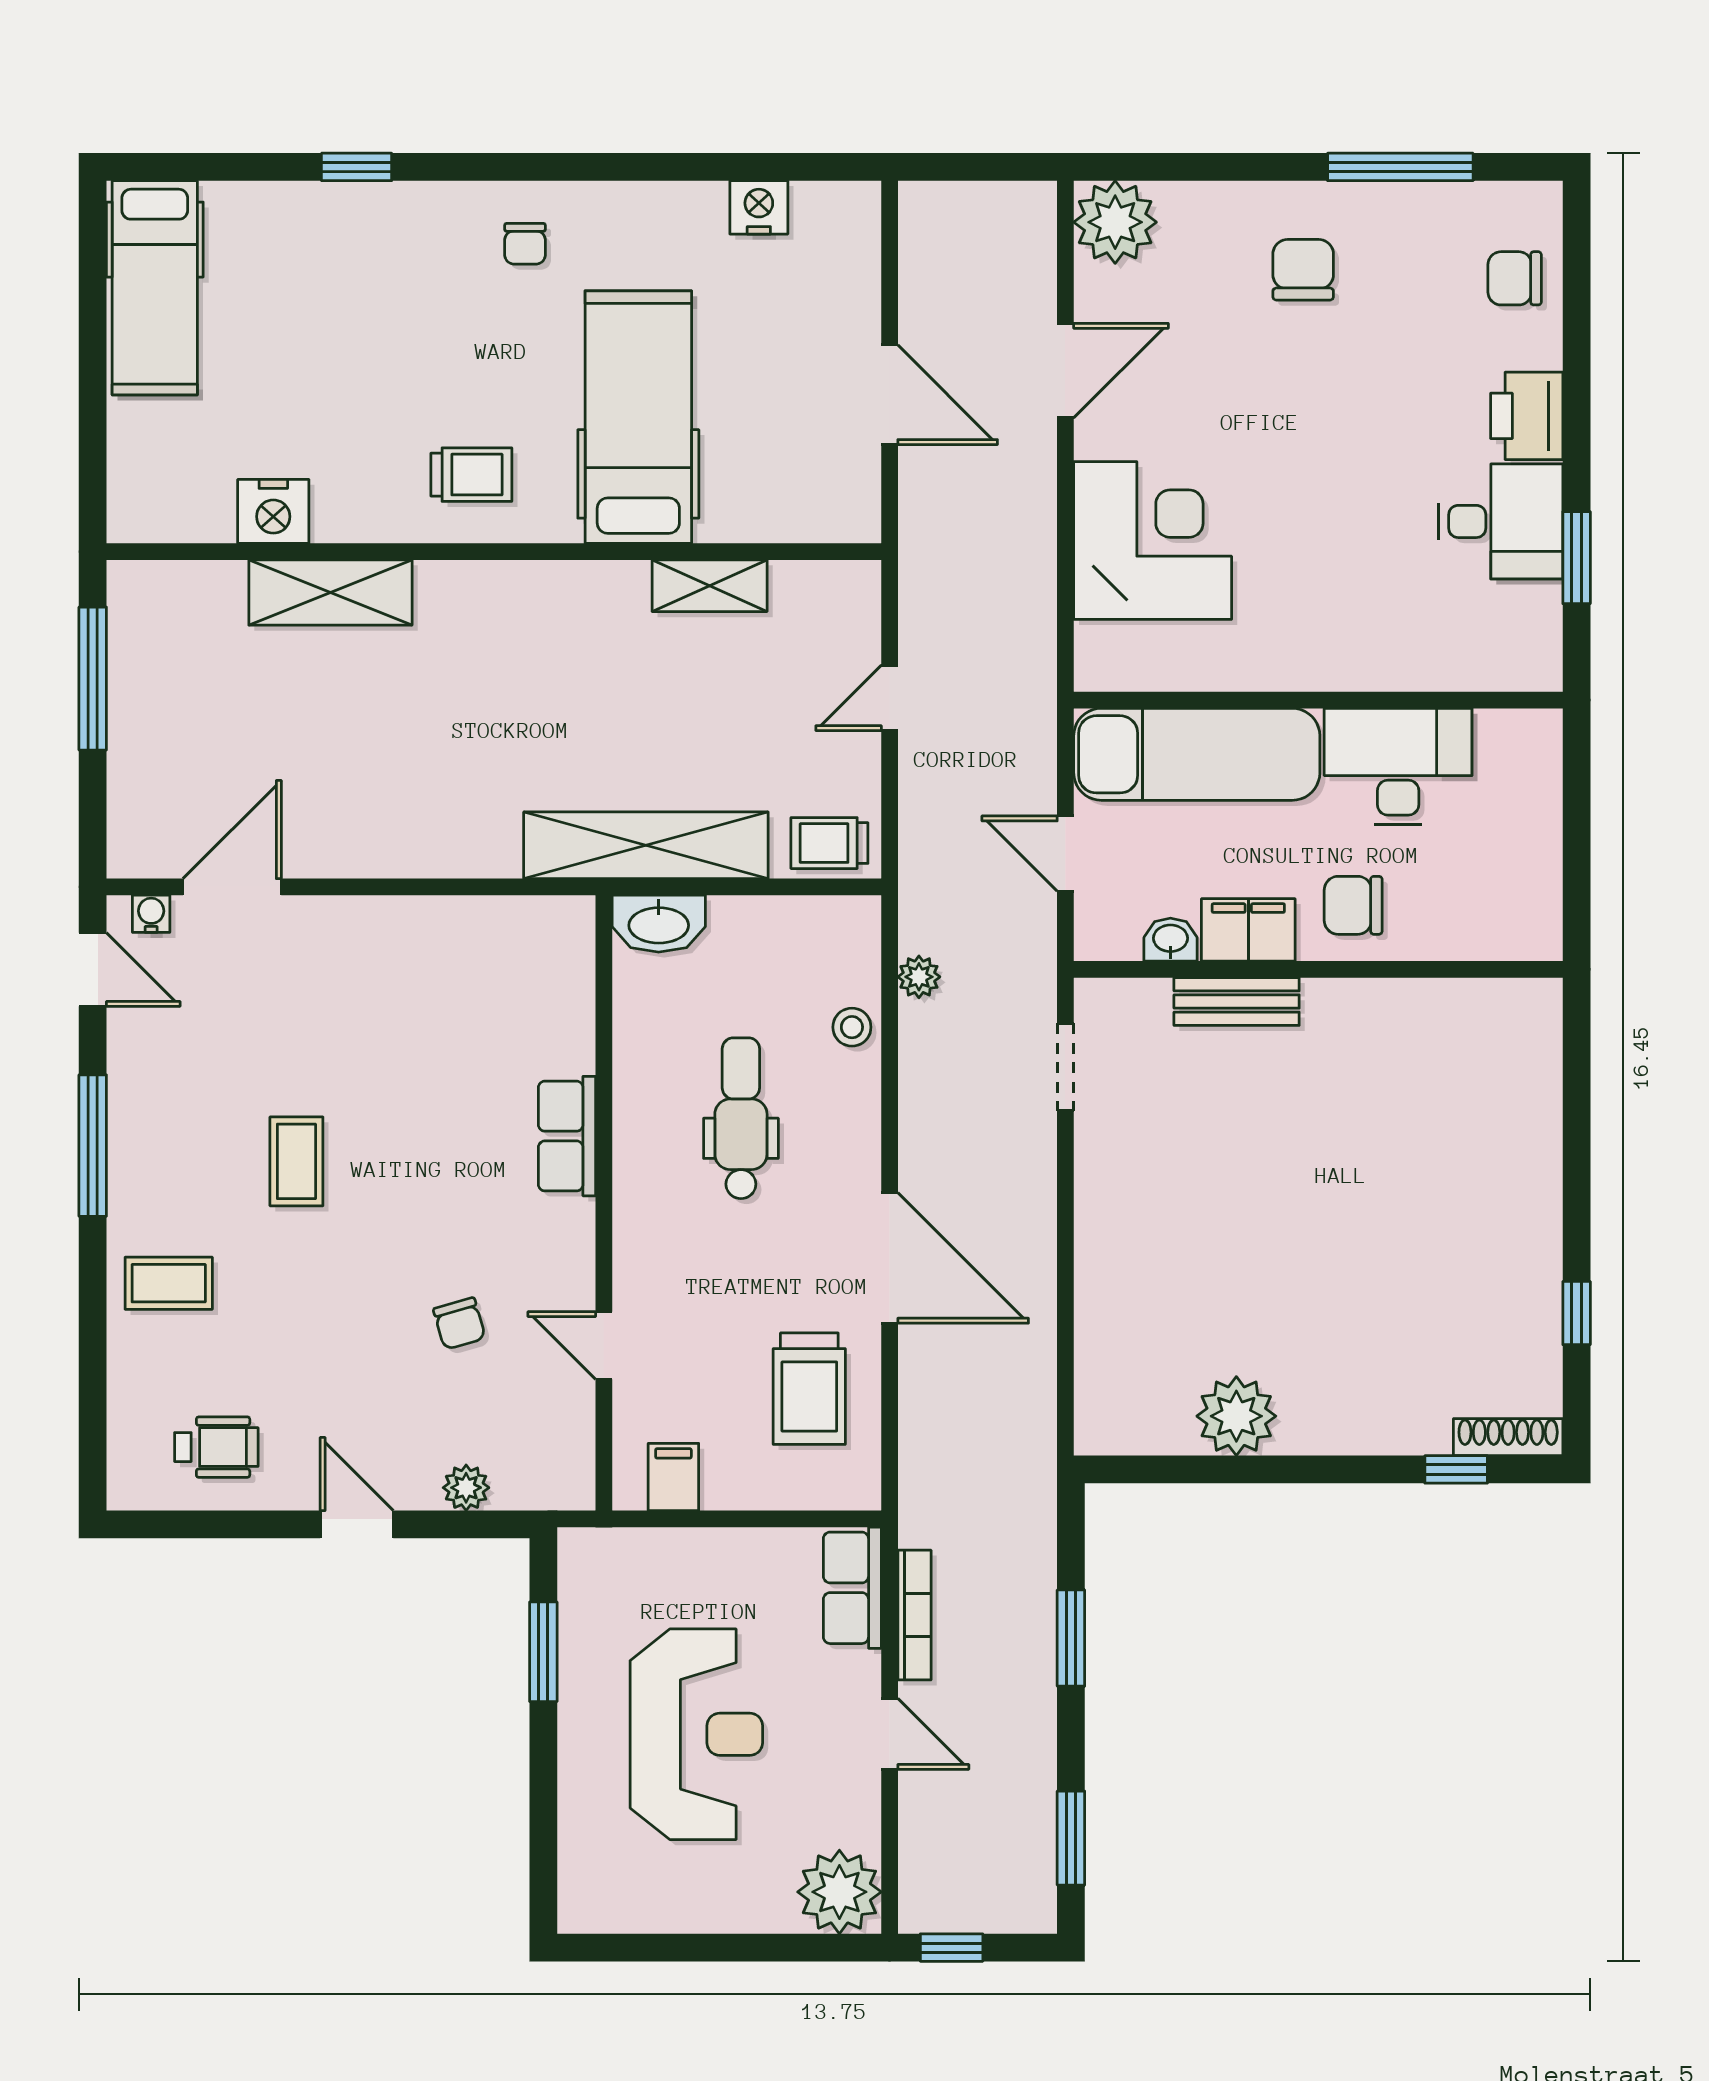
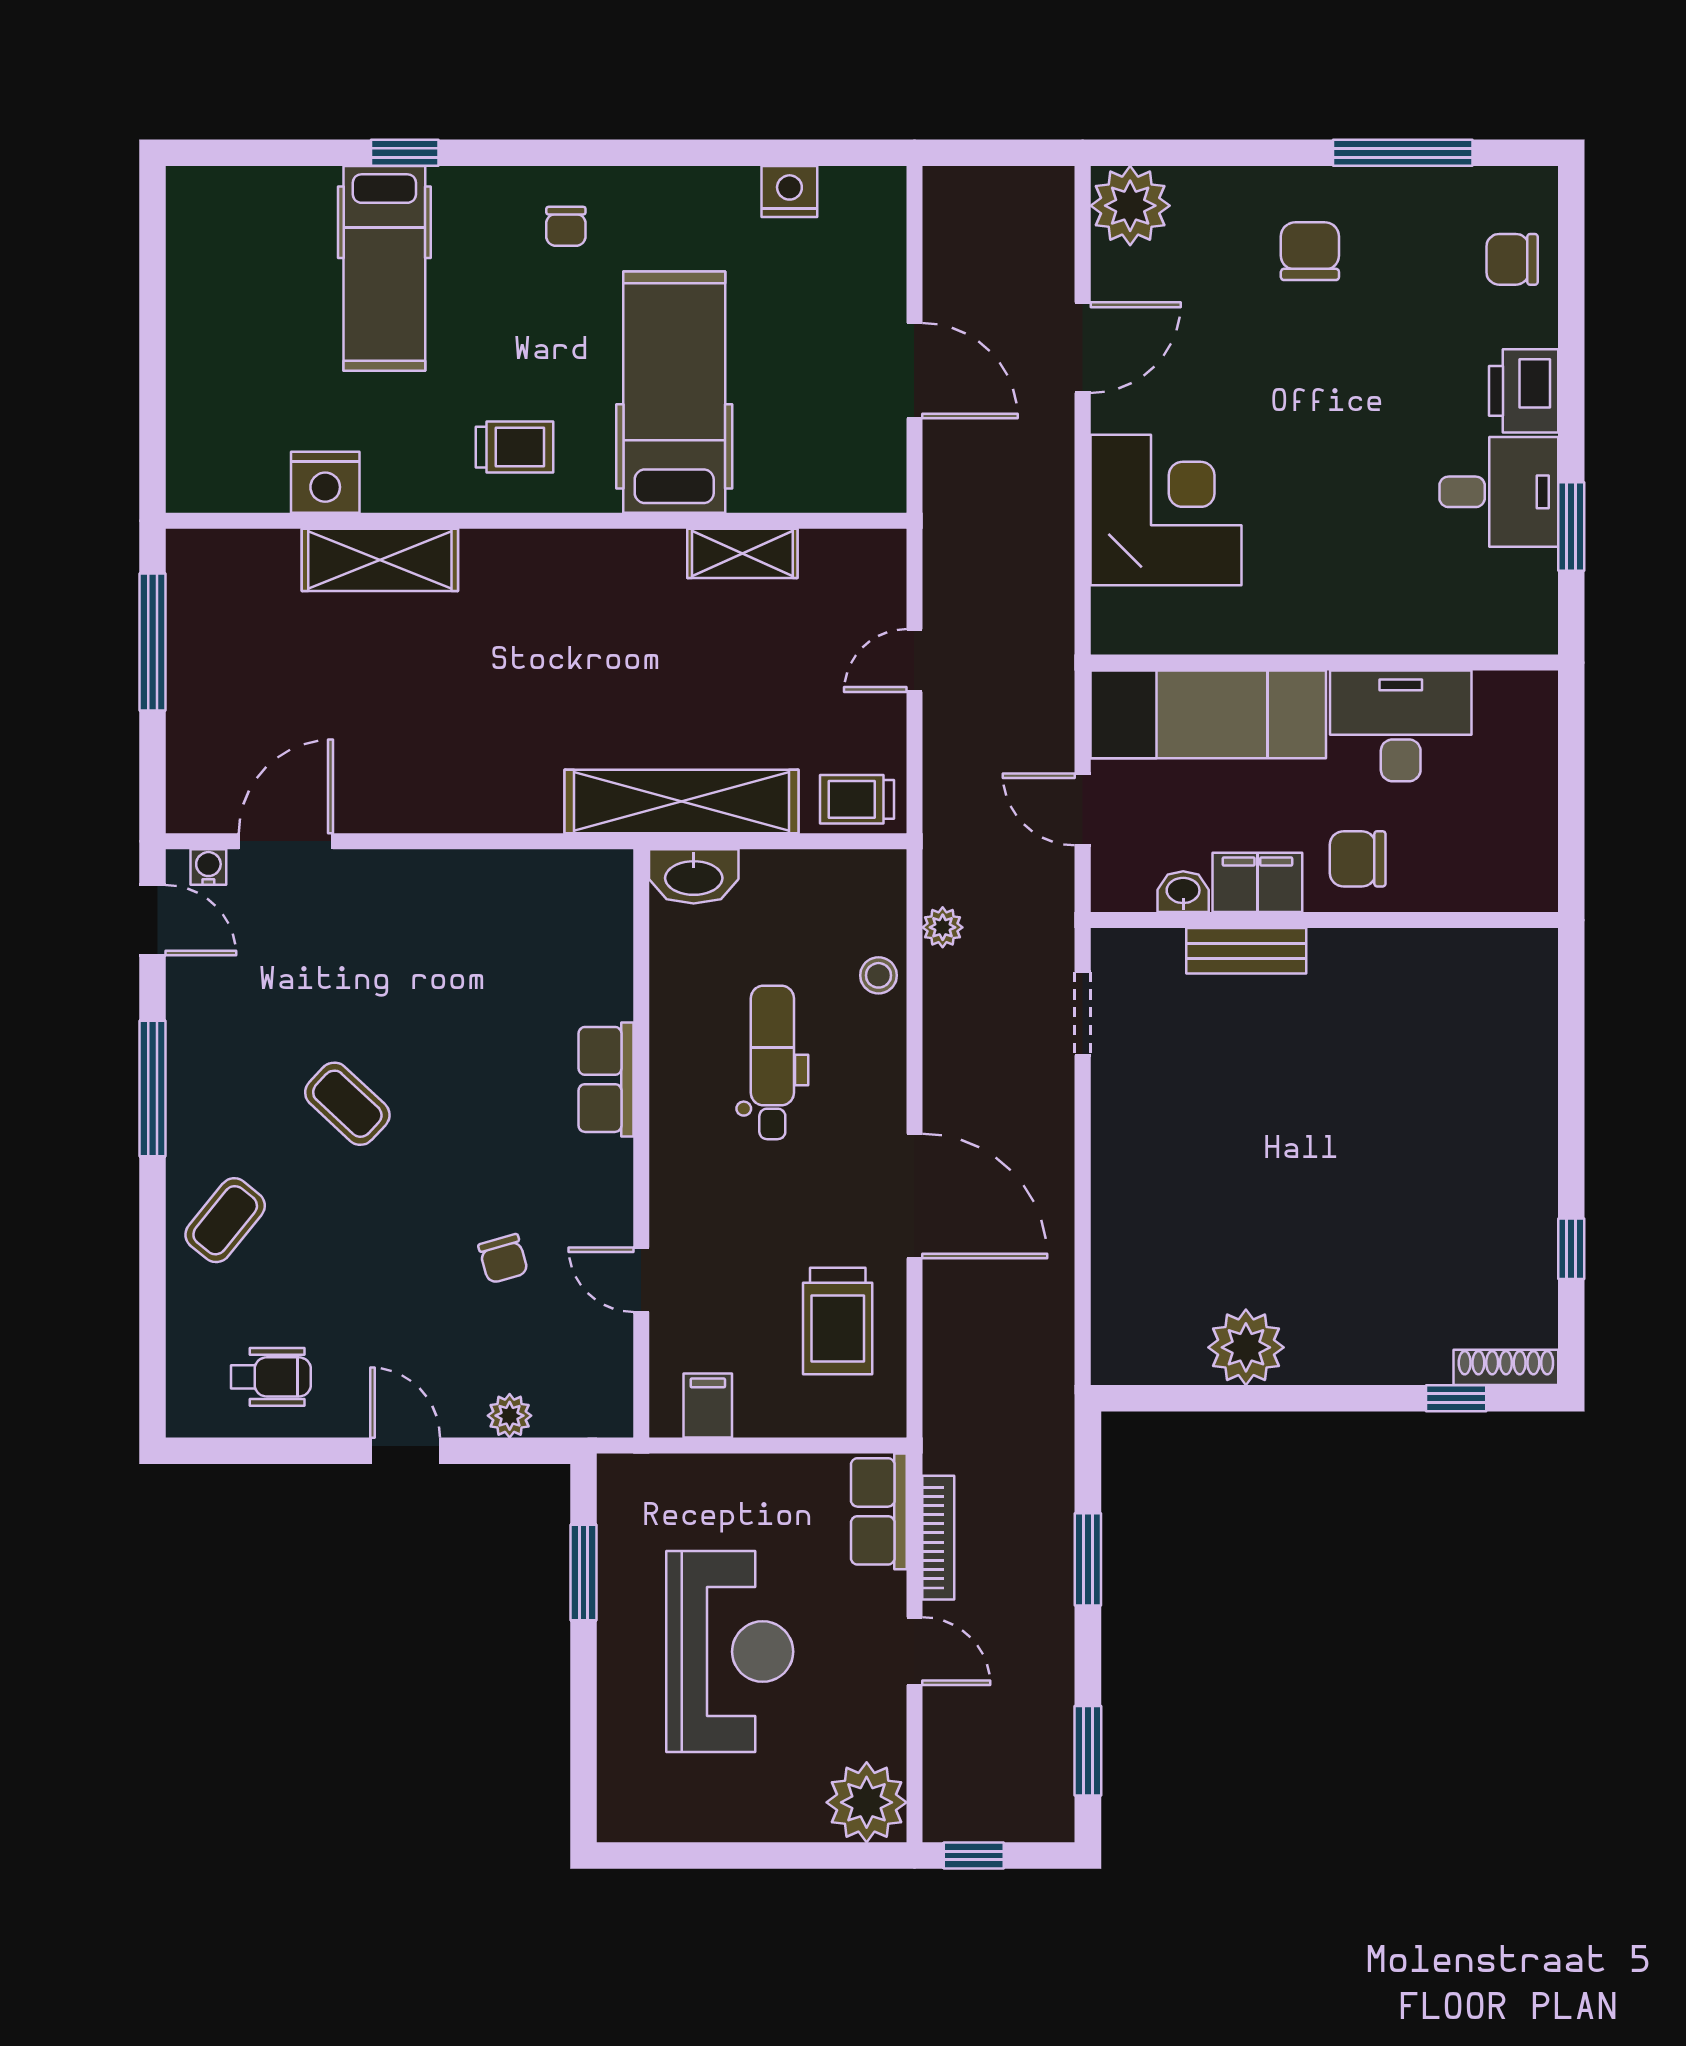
hospital bed: (155, 288) -> (384, 268), moved
coffee table: (296, 1161) -> (347, 1104), turned -47
coffee table: (169, 1283) -> (225, 1220), turned -51

